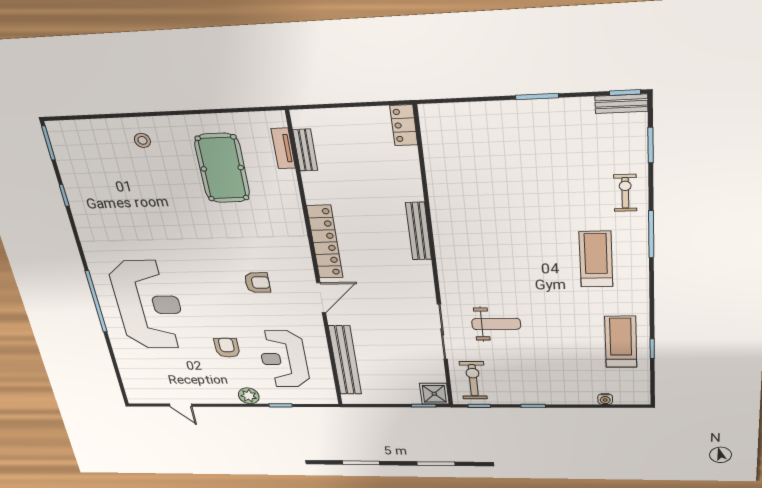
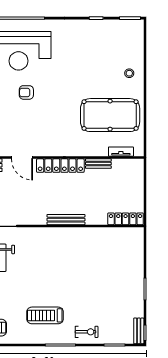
locker: (404, 125) -> (126, 219), width x1.53
bench: (305, 150) -> (98, 164), moved
pool table: (222, 168) -> (110, 115), width x1.36, depth x1.32
treadmill: (596, 259) -> (45, 315), turned 180
armchair: (257, 283) -> (26, 92), moved, turned 90

